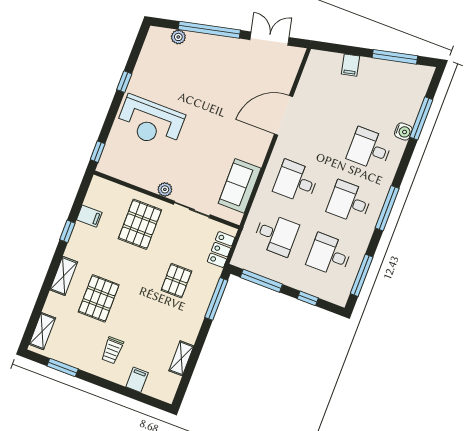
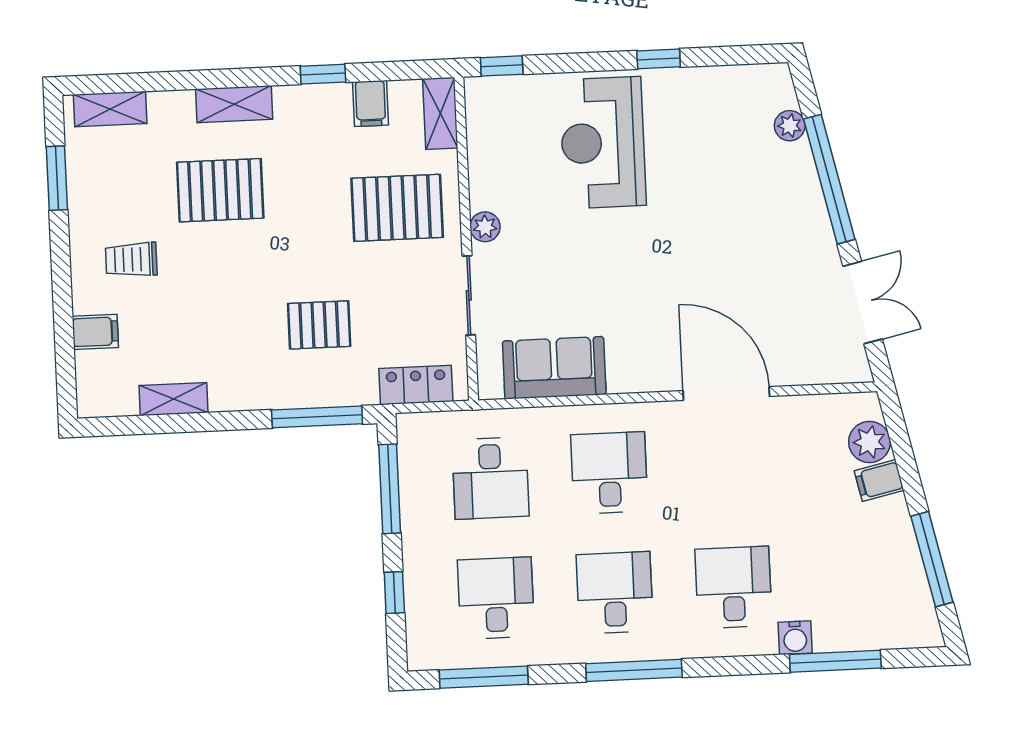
plant: (332, 62) -> (869, 442), added
shelving: (107, 188) -> (440, 113), added

